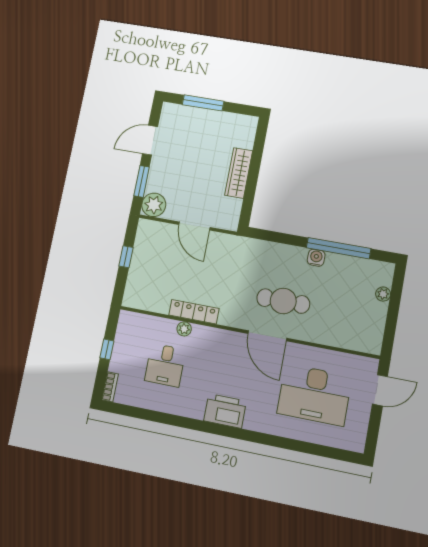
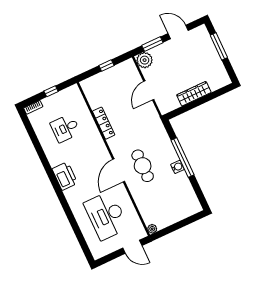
window: (339, 248) -> (182, 158), moved
plant: (383, 294) -> (152, 229), moved
plant: (184, 329) -> (91, 124), removed

